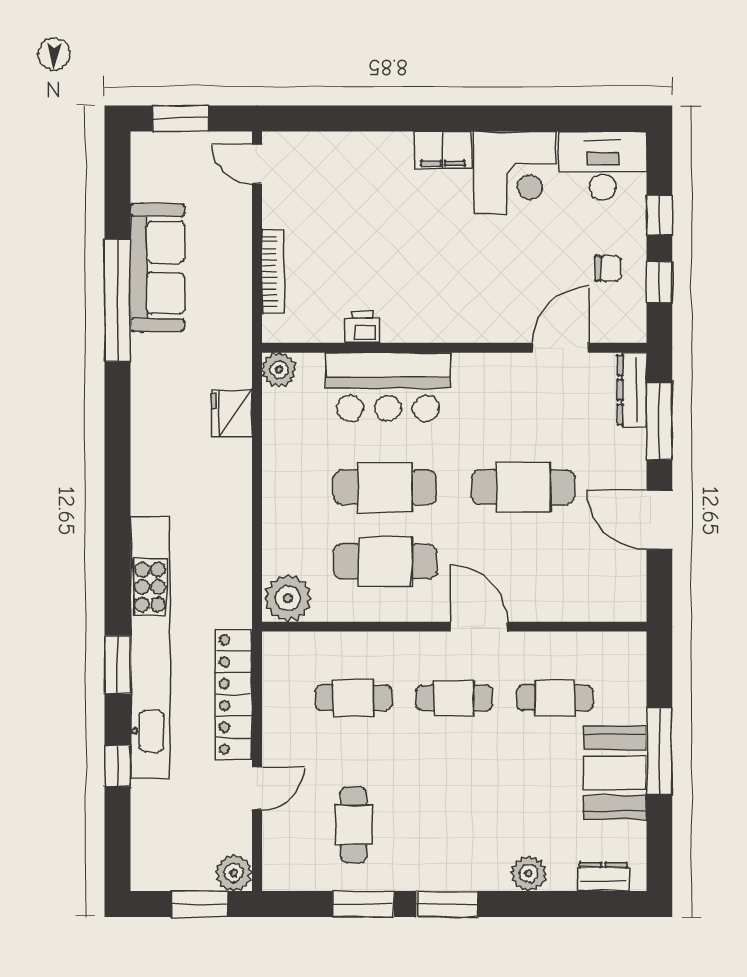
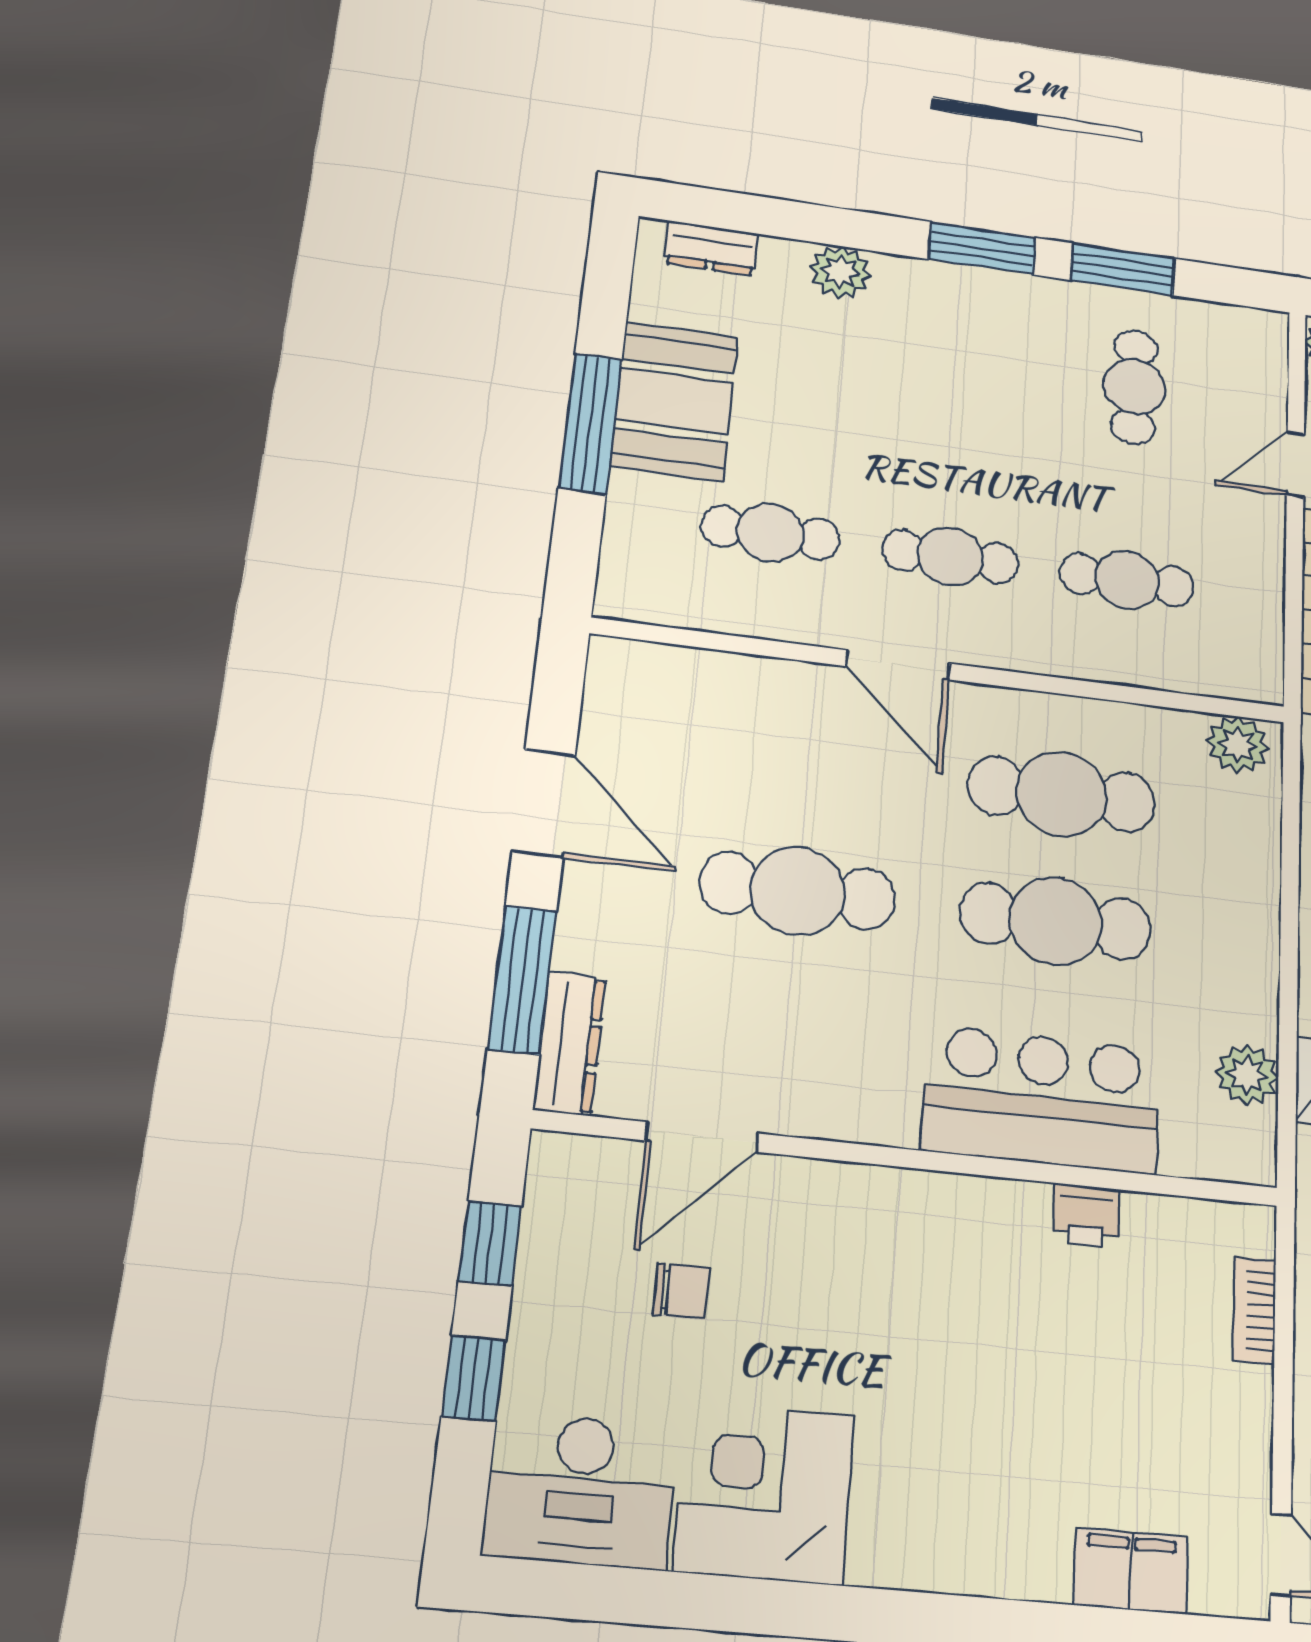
filing cabinet: (443, 150) -> (1131, 1571), moved
chair: (608, 268) -> (681, 1291), moved, turned 180
bookcase: (273, 271) -> (1254, 1310), width x0.64
plant: (279, 370) -> (1247, 1075), moved
plant: (288, 598) -> (1238, 745), width x0.73, depth x0.73

